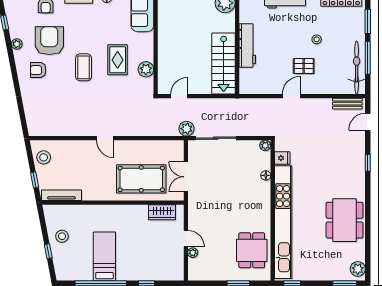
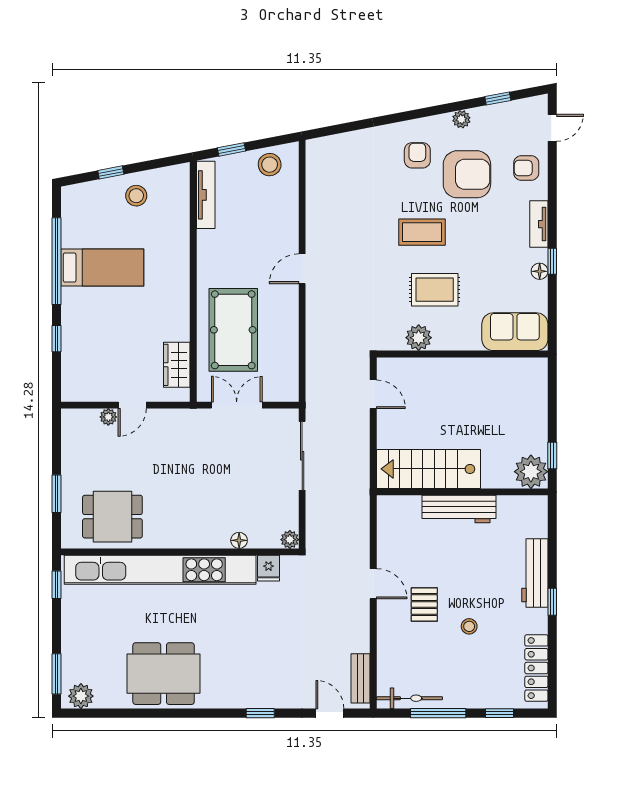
window: (368, 21) -> (500, 713), width x0.67
bicycle: (357, 68) -> (410, 698), width x0.73, depth x0.71
plant: (187, 129) -> (318, 406), removed

